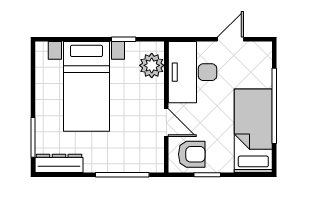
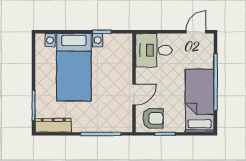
door: (230, 39) -> (196, 32), moved
plant: (152, 65) -> (123, 51), removed
desk: (193, 72) -> (154, 50), width x0.73
door: (166, 123) -> (134, 95), hinge flipped

